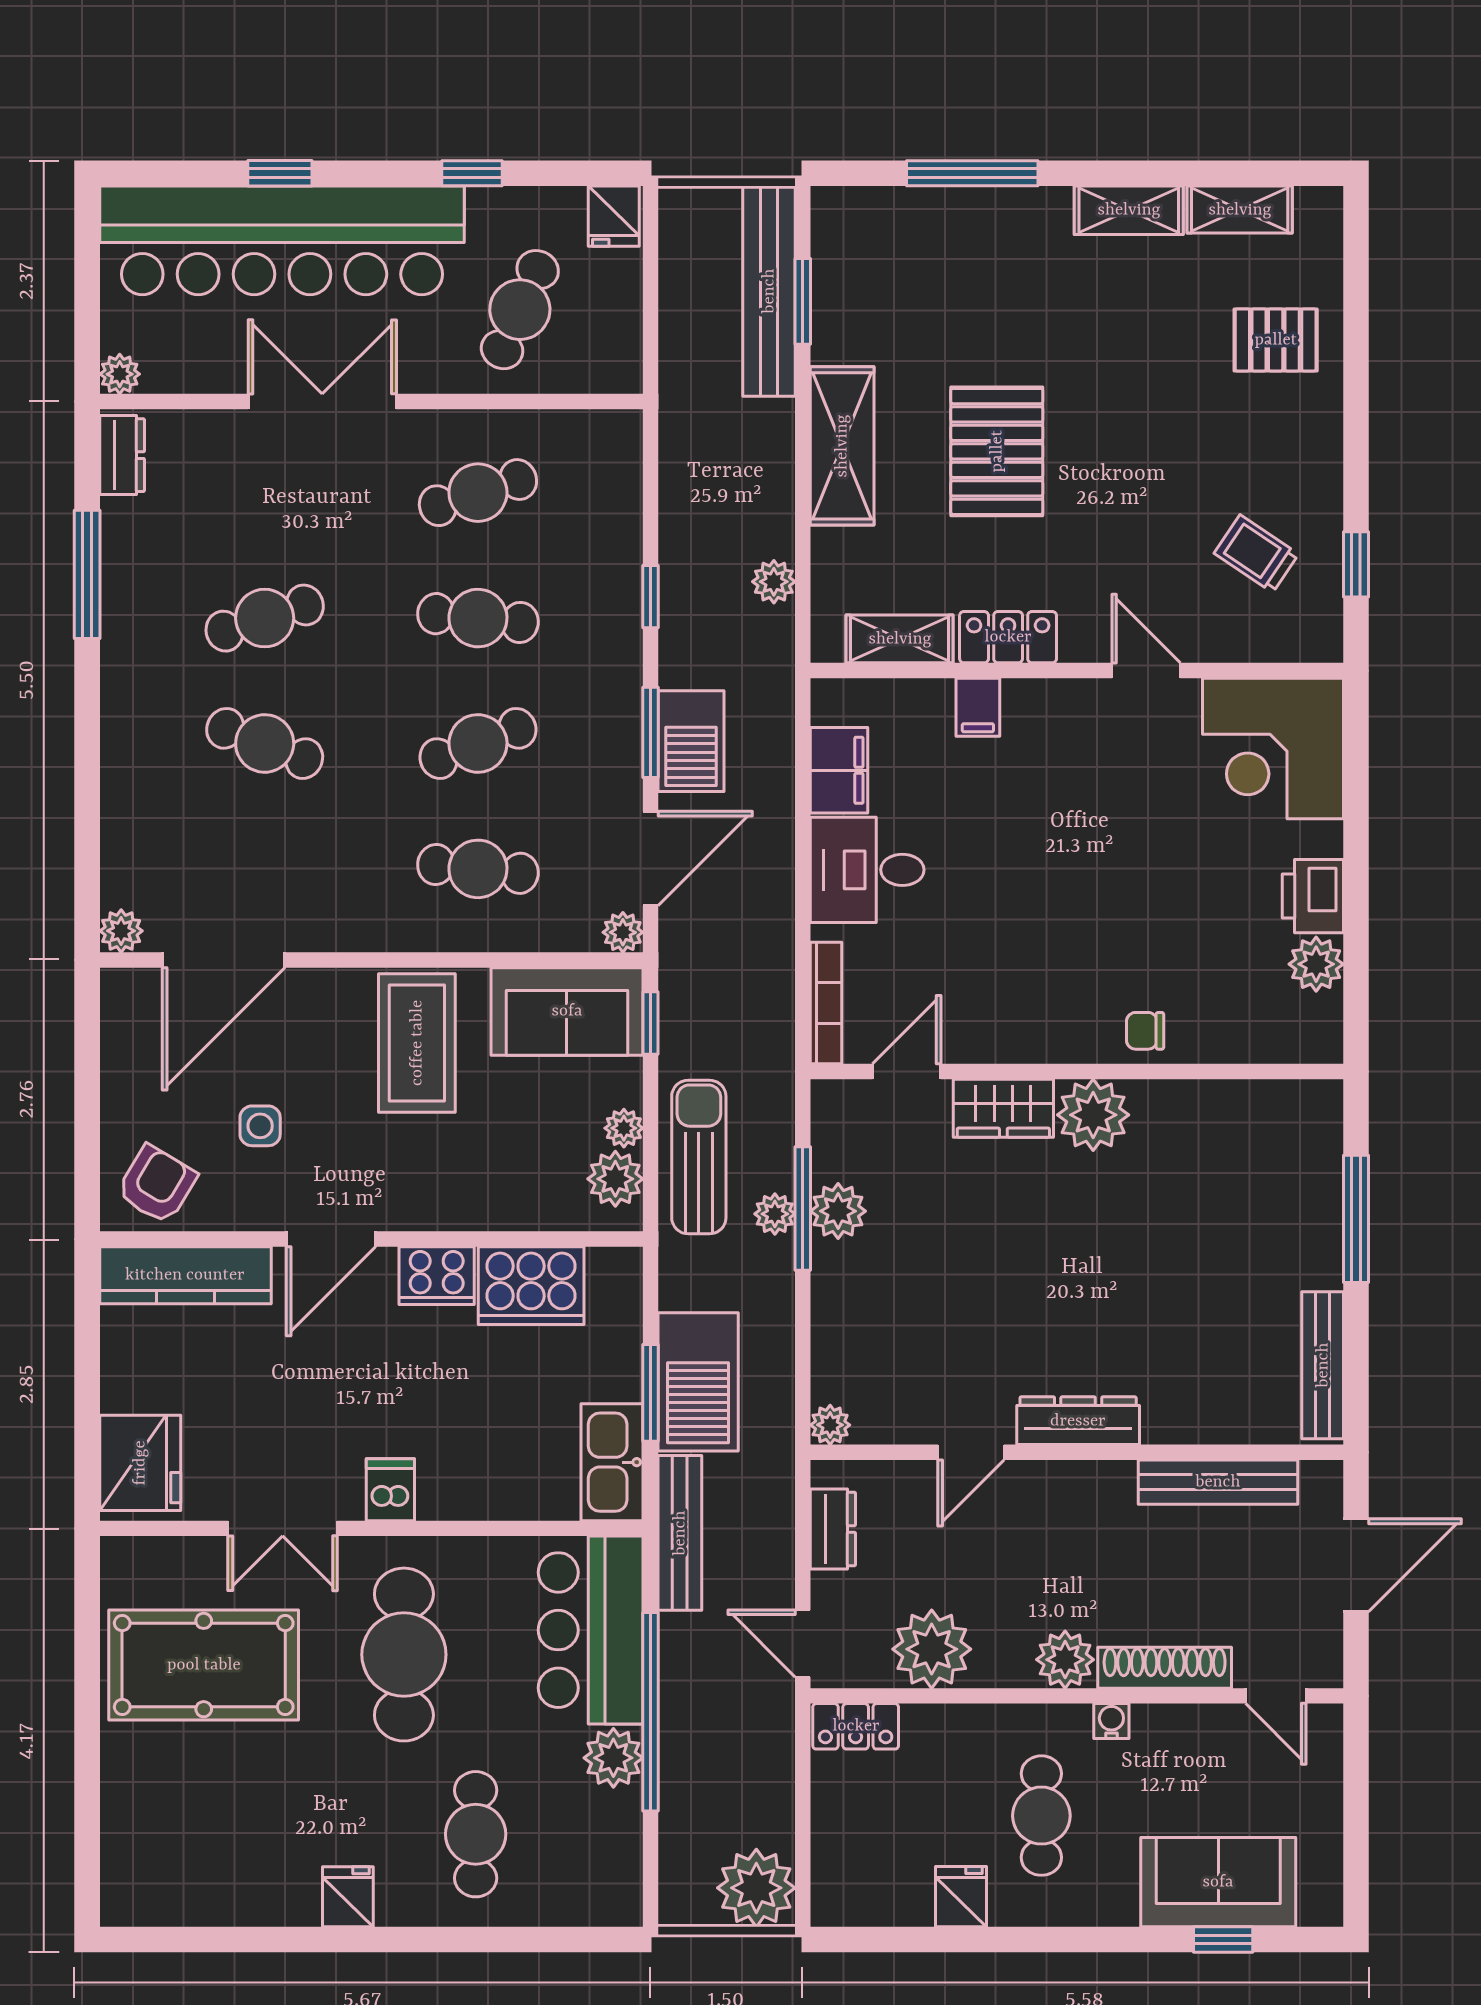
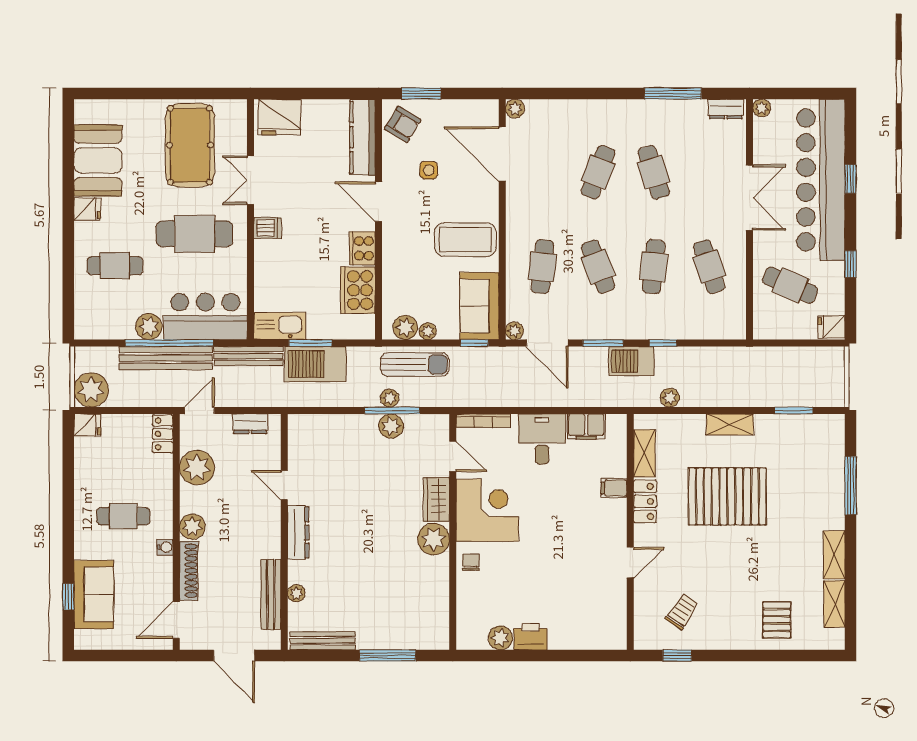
bench: (769, 291) -> (166, 358), moved
shelving: (842, 446) -> (730, 424), width x0.67, depth x0.75
pallet: (997, 451) -> (727, 496), width x1.37, depth x1.41
barbecue: (691, 741) -> (632, 361), moved
corner desk: (1273, 749) -> (487, 510), moved, turned 90
window: (87, 1143) -> (421, 94), added
plant: (830, 1425) -> (296, 593), moved
door: (1276, 1696) -> (176, 620), width x1.38
booth: (238, 1873) -> (98, 160), added
fridge: (961, 1897) -> (87, 425), moved

